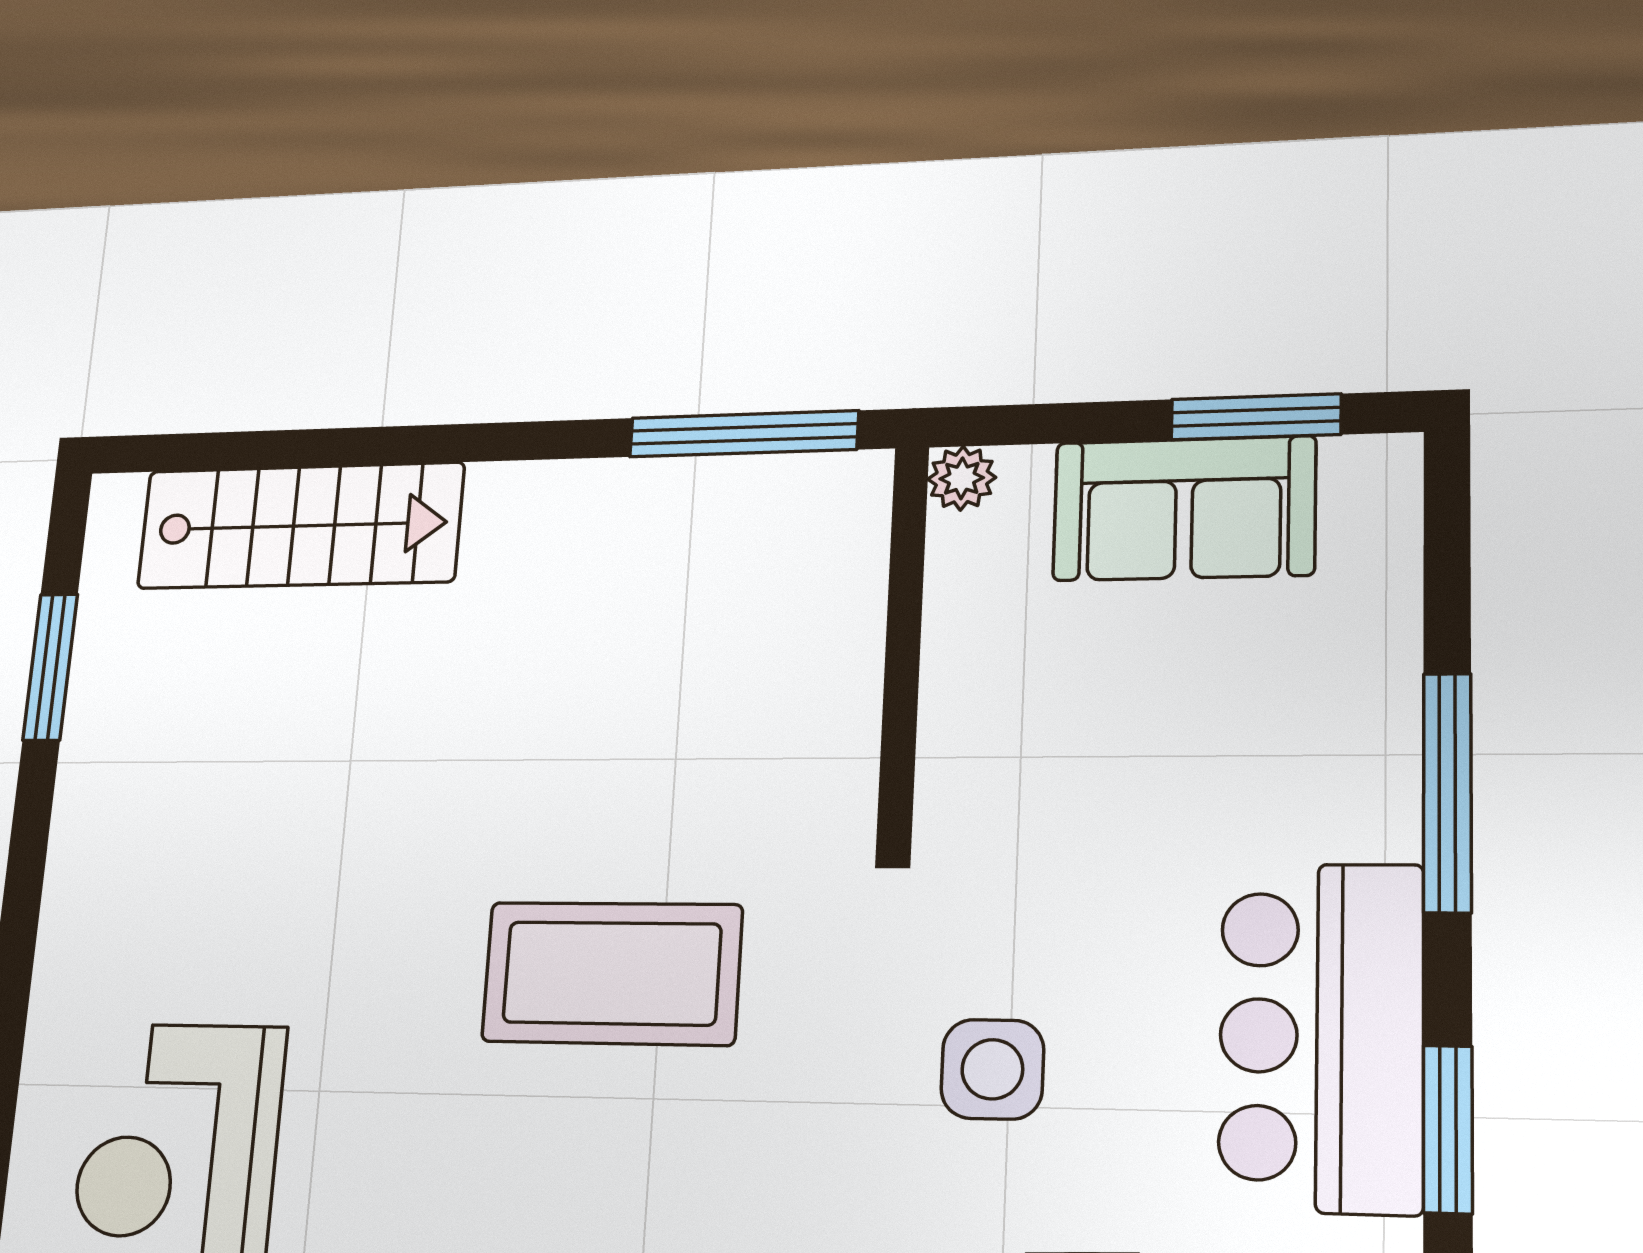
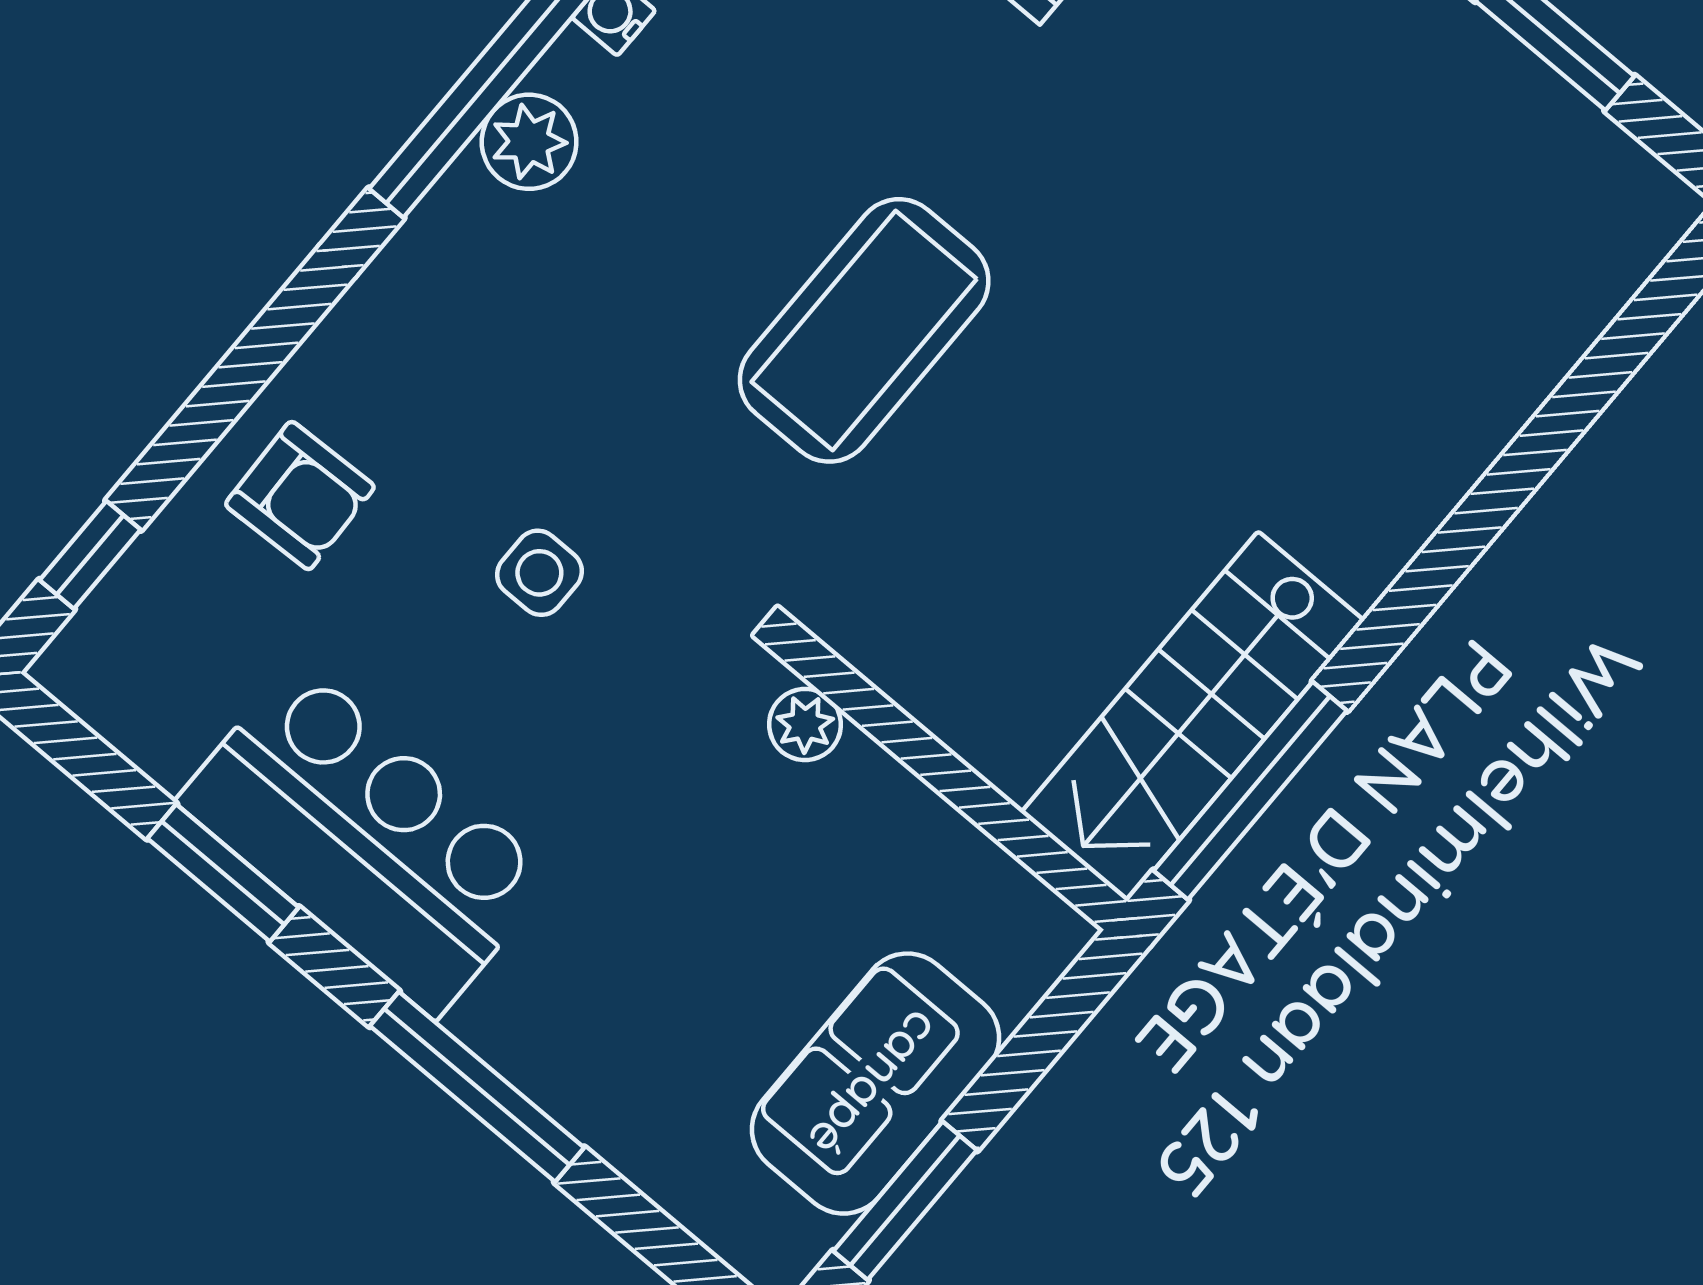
plant: (962, 478) -> (805, 725), moved
stairs: (300, 526) -> (1193, 717), moved
side table: (992, 1069) -> (539, 573), width x0.73, depth x0.73

